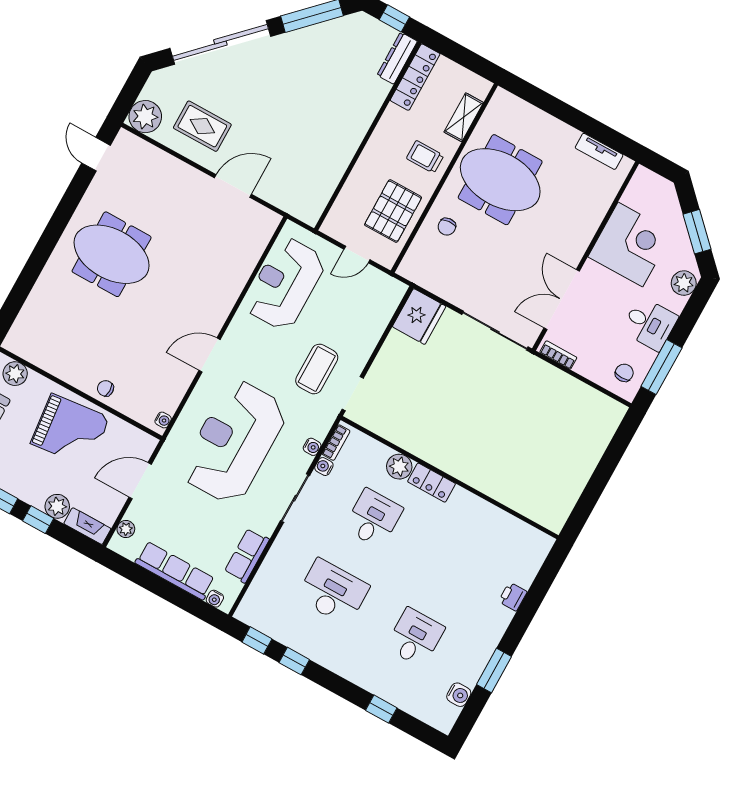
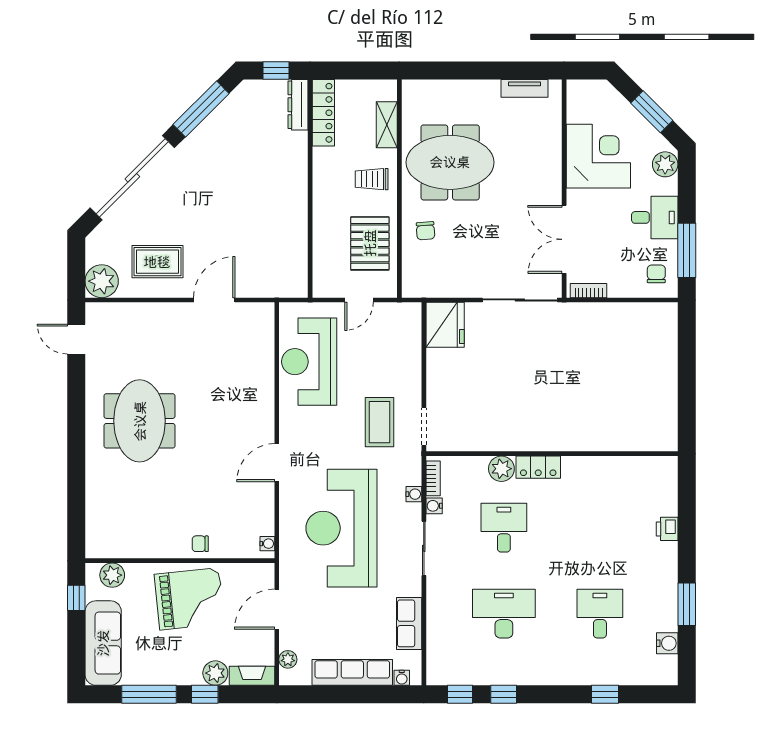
meeting table: (112, 254) -> (140, 421), turned 90

